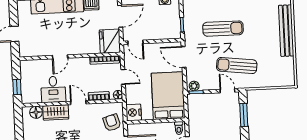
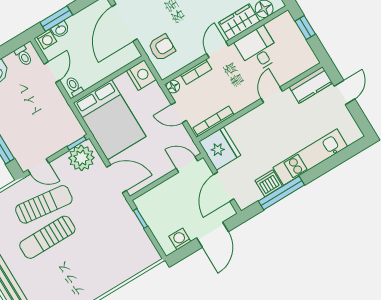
sun lounger: (223, 29) -> (47, 237), moved
kitchen counter: (33, 50) -> (311, 85), added
plant: (194, 86) -> (81, 158), width x1.88, depth x1.88
door: (78, 103) -> (218, 50), swing flipped
armchair: (112, 123) -> (162, 47), turned -74

